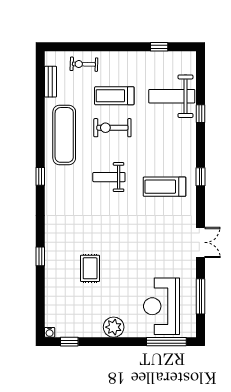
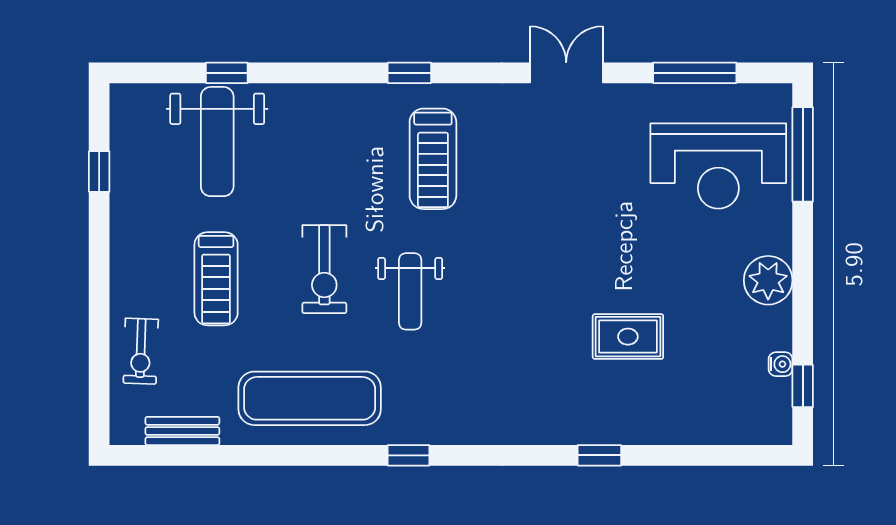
window: (201, 114) -> (227, 73), moved
exercise bike: (112, 128) -> (324, 269), moved
water cooler: (50, 332) -> (781, 364), moved

